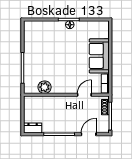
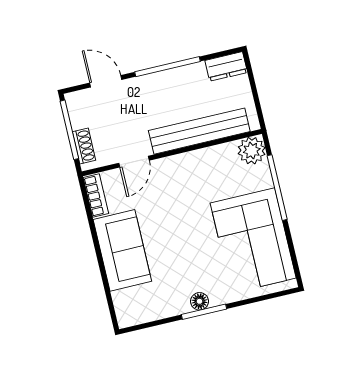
corner sofa: (39, 46) -> (253, 241), added
plant: (45, 87) -> (252, 151), moved
bench: (52, 102) -> (199, 131), added
door: (89, 134) -> (106, 81), swing flipped

